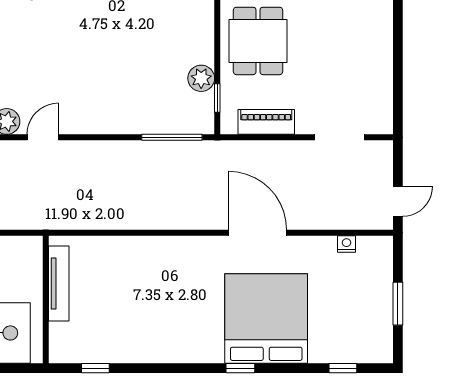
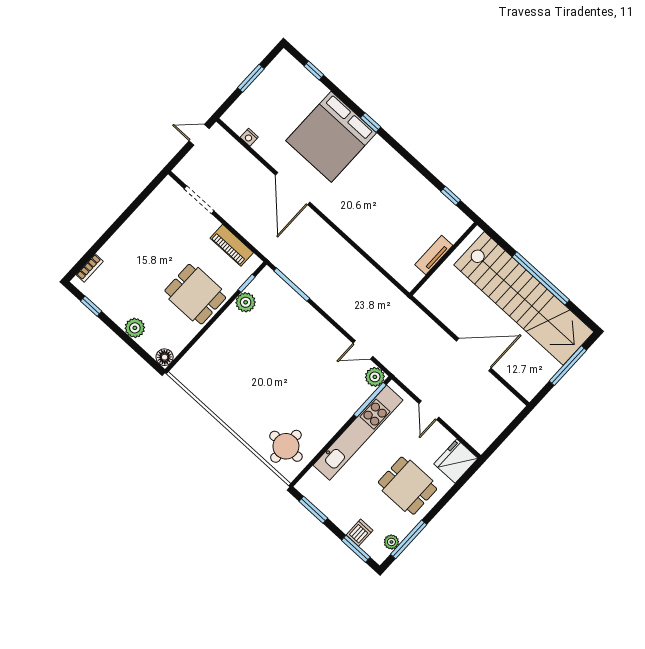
dining table: (258, 41) -> (195, 294), turned 90
tv unit: (59, 284) -> (434, 255), width x0.71

